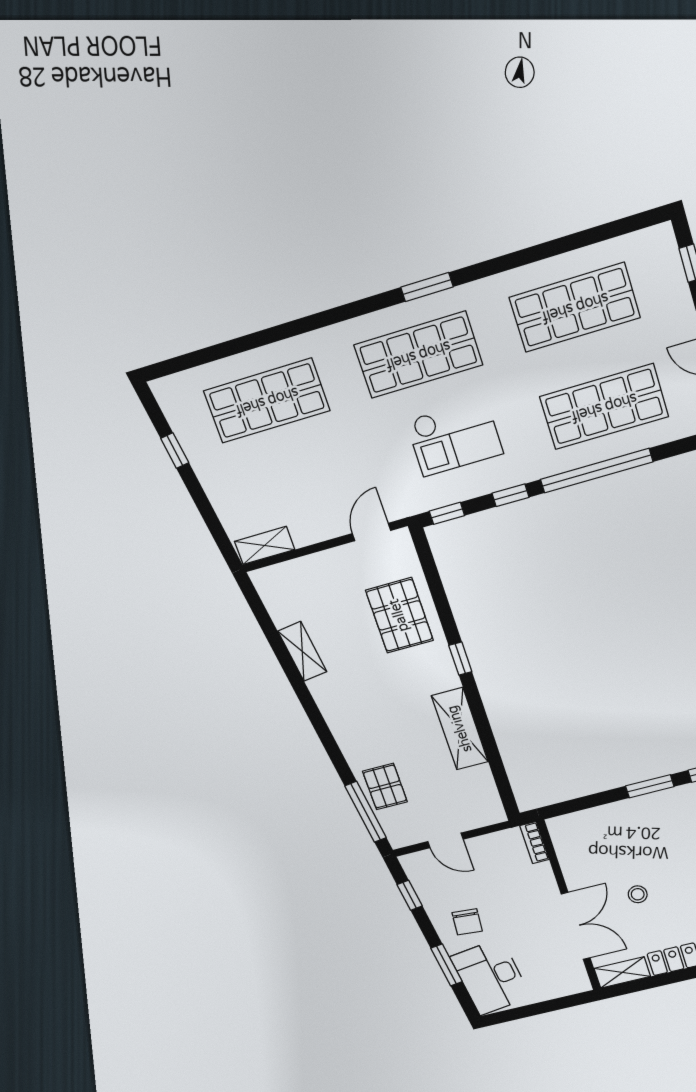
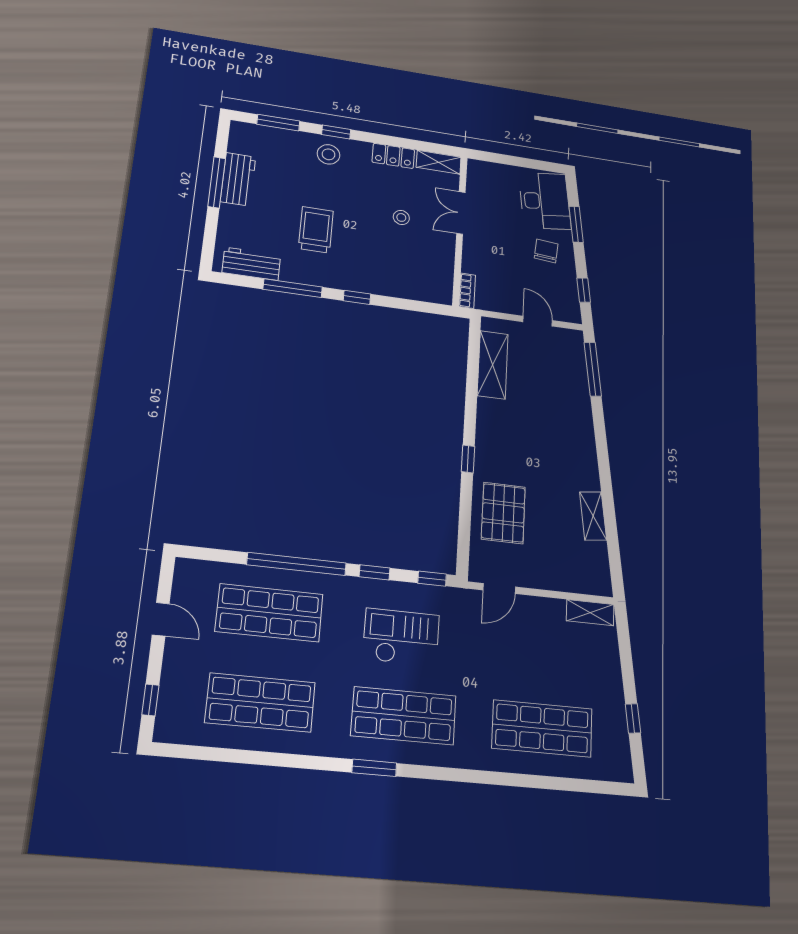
shelving: (460, 729) -> (493, 365), moved
pallet: (385, 786) -> (569, 383), removed
window: (650, 786) -> (357, 297), width x0.67
double door: (576, 926) -> (461, 213), width x0.73

